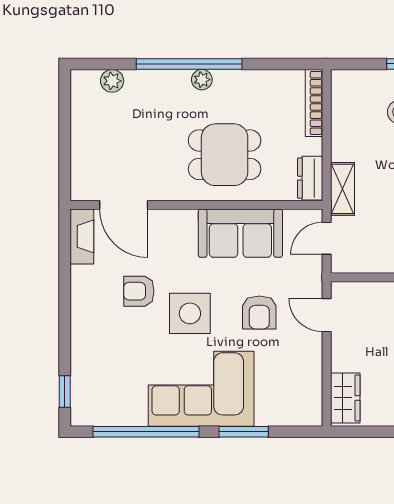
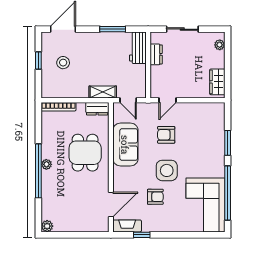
plant: (112, 81) -> (47, 226), moved
armchair: (139, 291) -> (155, 197), turned -90
armchair: (259, 312) -> (166, 135), turned 180
corner sofa: (201, 389) -> (205, 205), moved
window: (65, 392) -> (142, 235), moved
wardrobe: (345, 398) -> (217, 82), moved, turned -90

